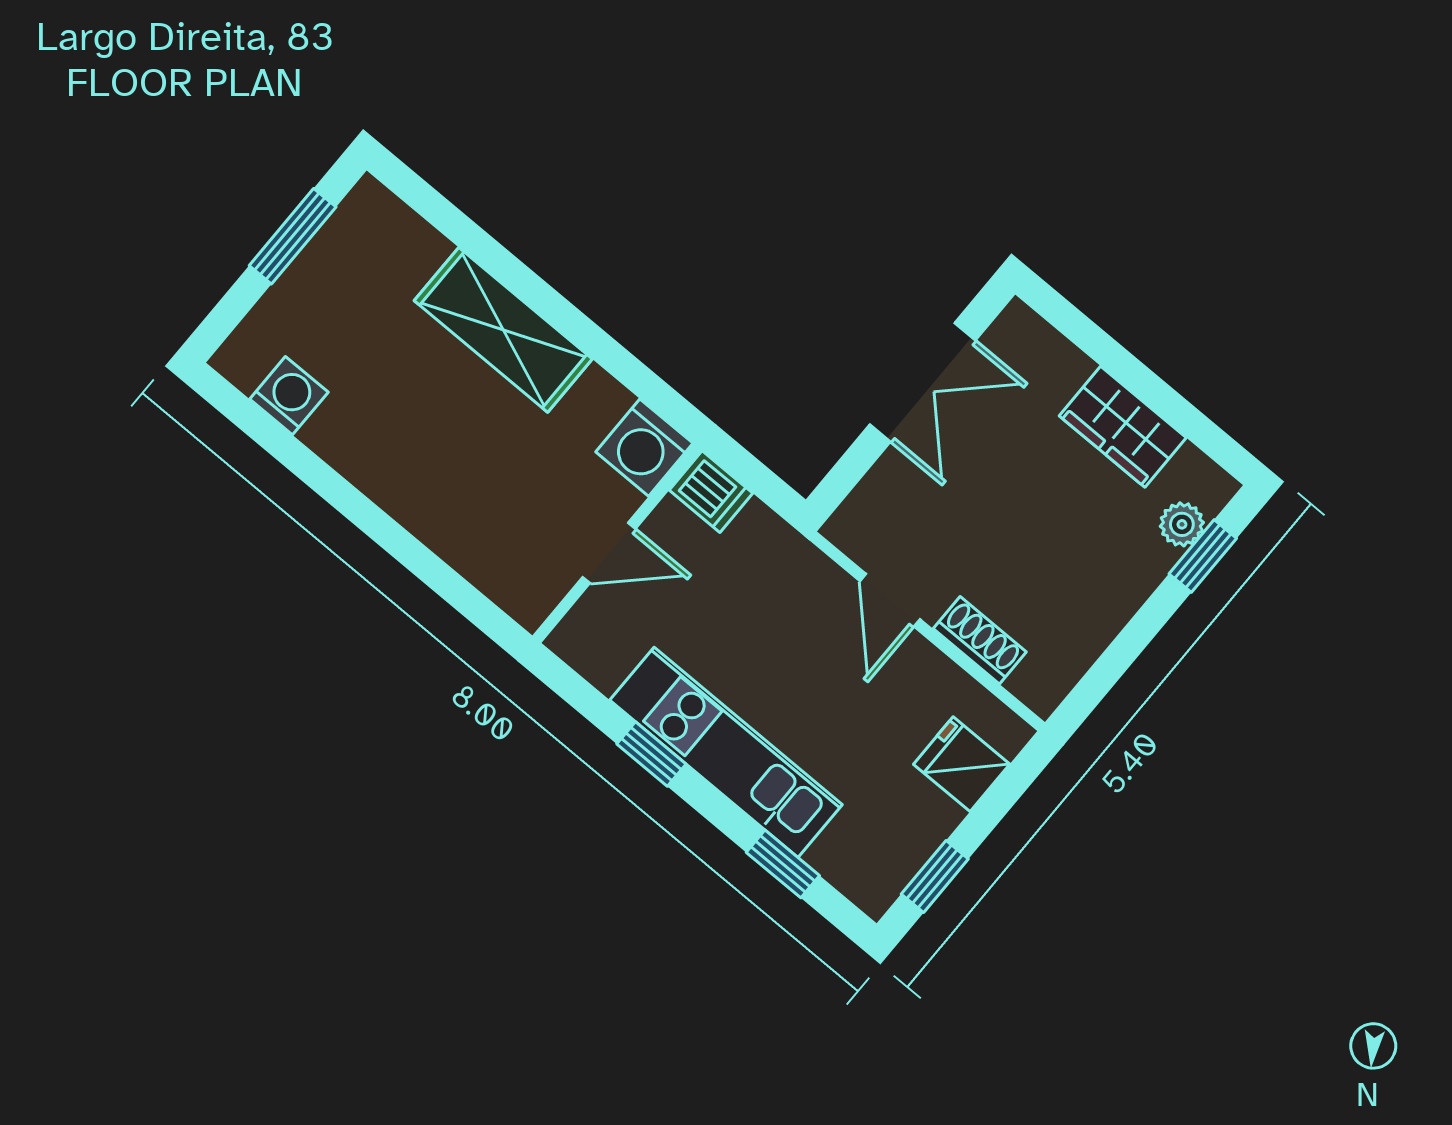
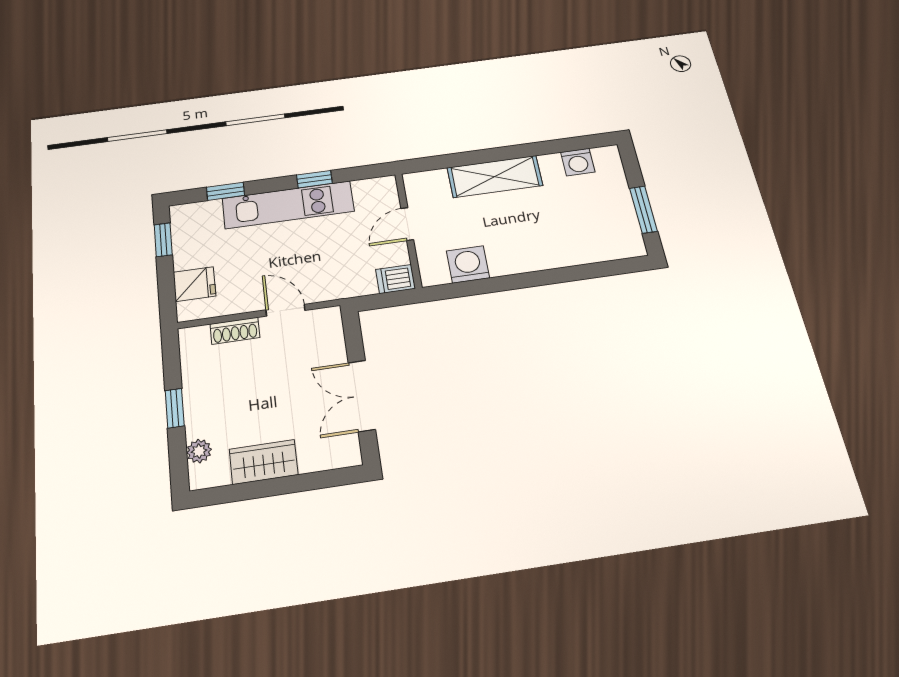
shelving: (503, 330) -> (495, 176), moved
washing machine: (644, 448) -> (468, 264), moved
window: (1203, 556) -> (175, 408), moved

